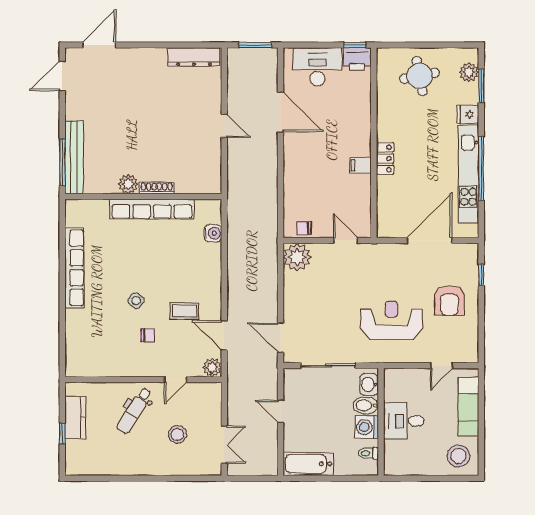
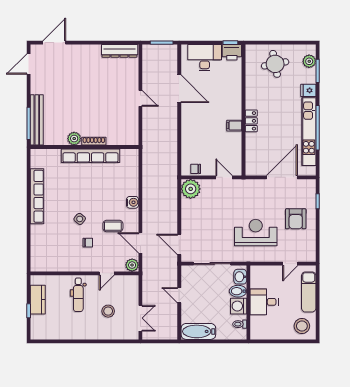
water cooler: (213, 233) -> (133, 202), moved
dental chair: (134, 411) -> (78, 295), turned -32

